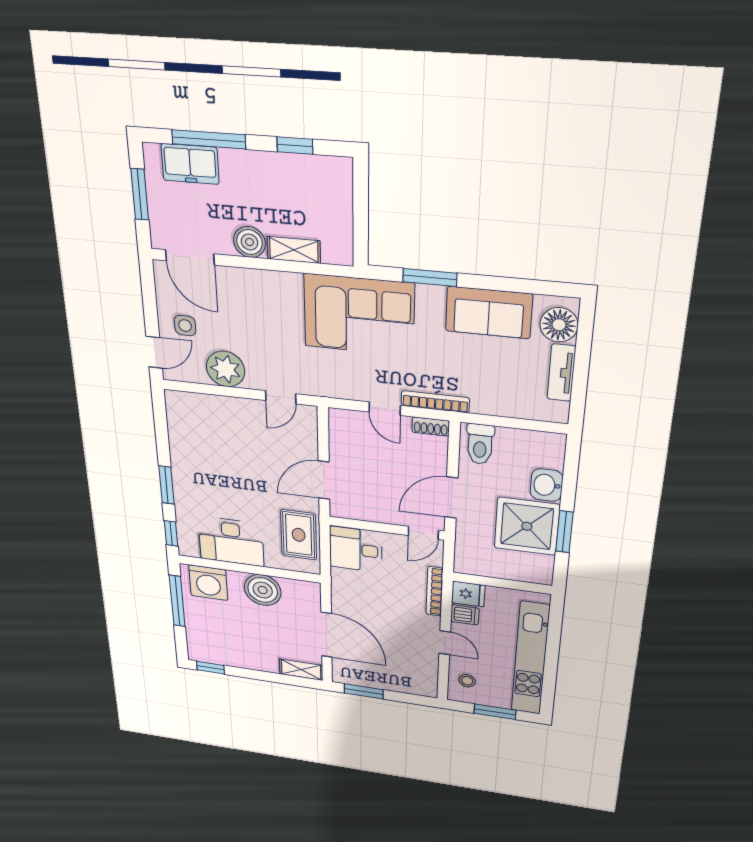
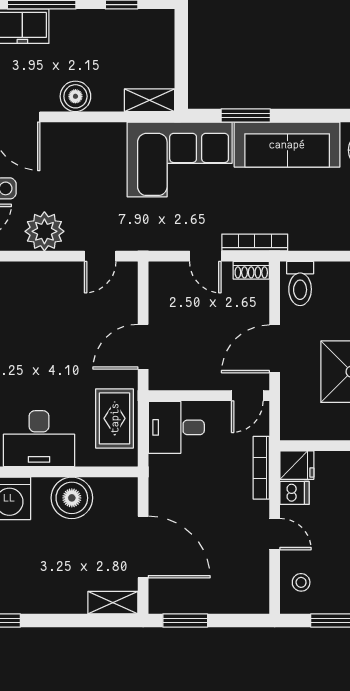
shelving: (294, 250) -> (150, 100), moved
sofa: (489, 313) -> (287, 145), width x1.36

